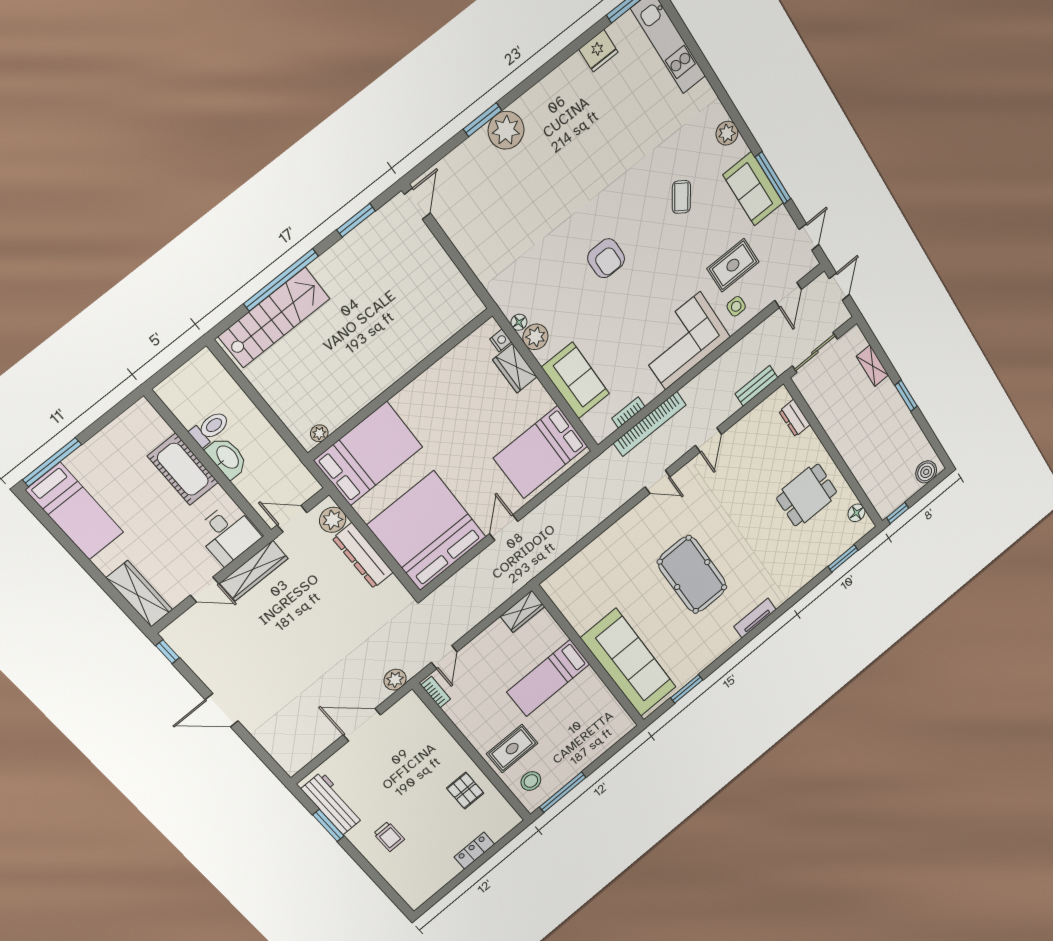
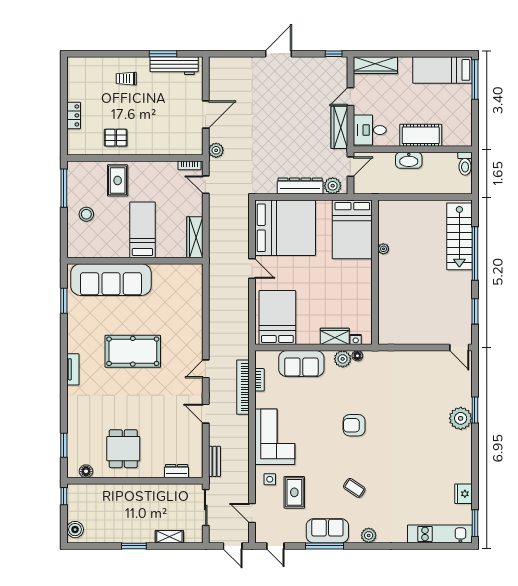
toilet: (210, 428) -> (465, 164), moved
plant: (319, 433) -> (383, 249), moved
wardrobe: (523, 611) -> (195, 237), width x1.50
stool: (531, 781) -> (86, 214), moved

